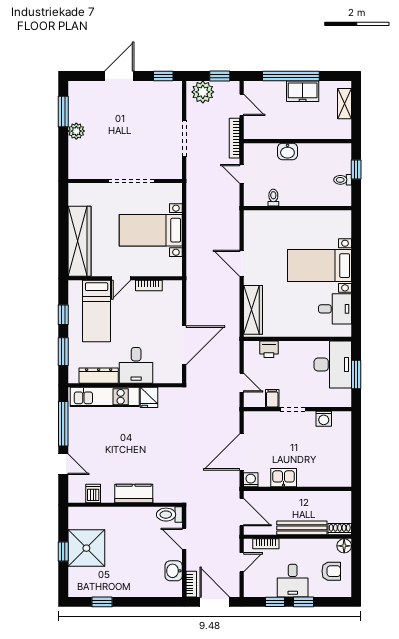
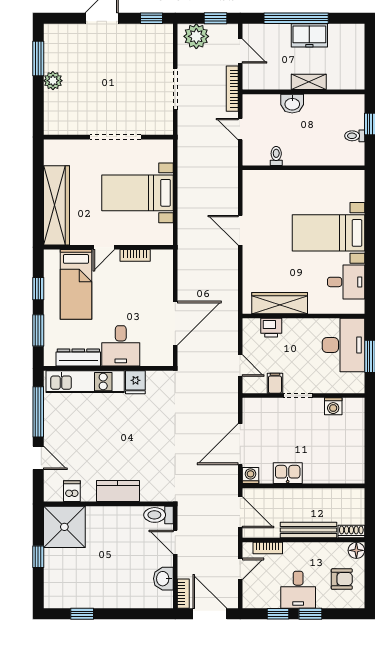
shelving: (344, 104) -> (309, 82), moved, turned 90
wardrobe: (253, 310) -> (280, 303), moved, turned -90
shower: (86, 548) -> (64, 527), moved

